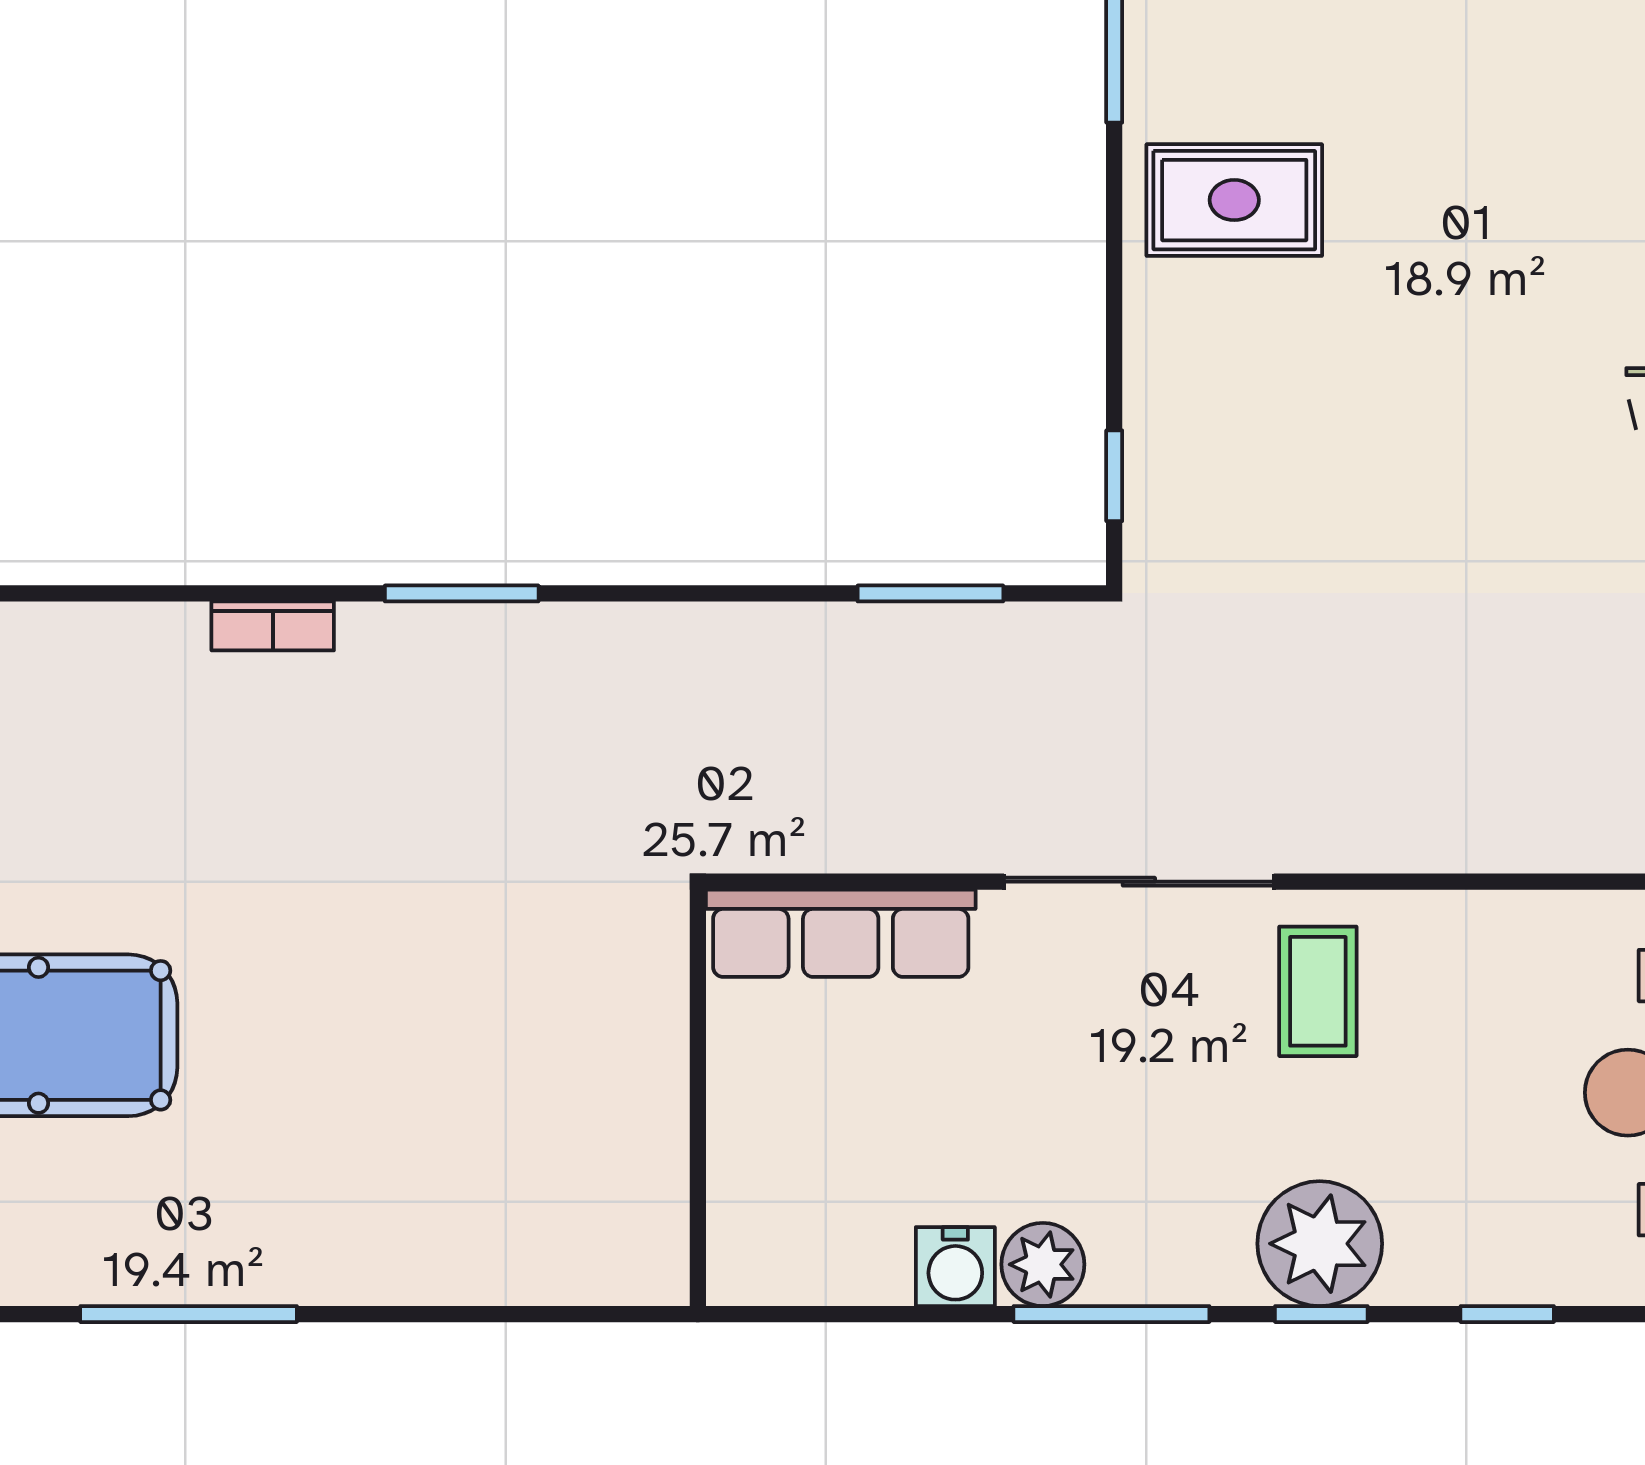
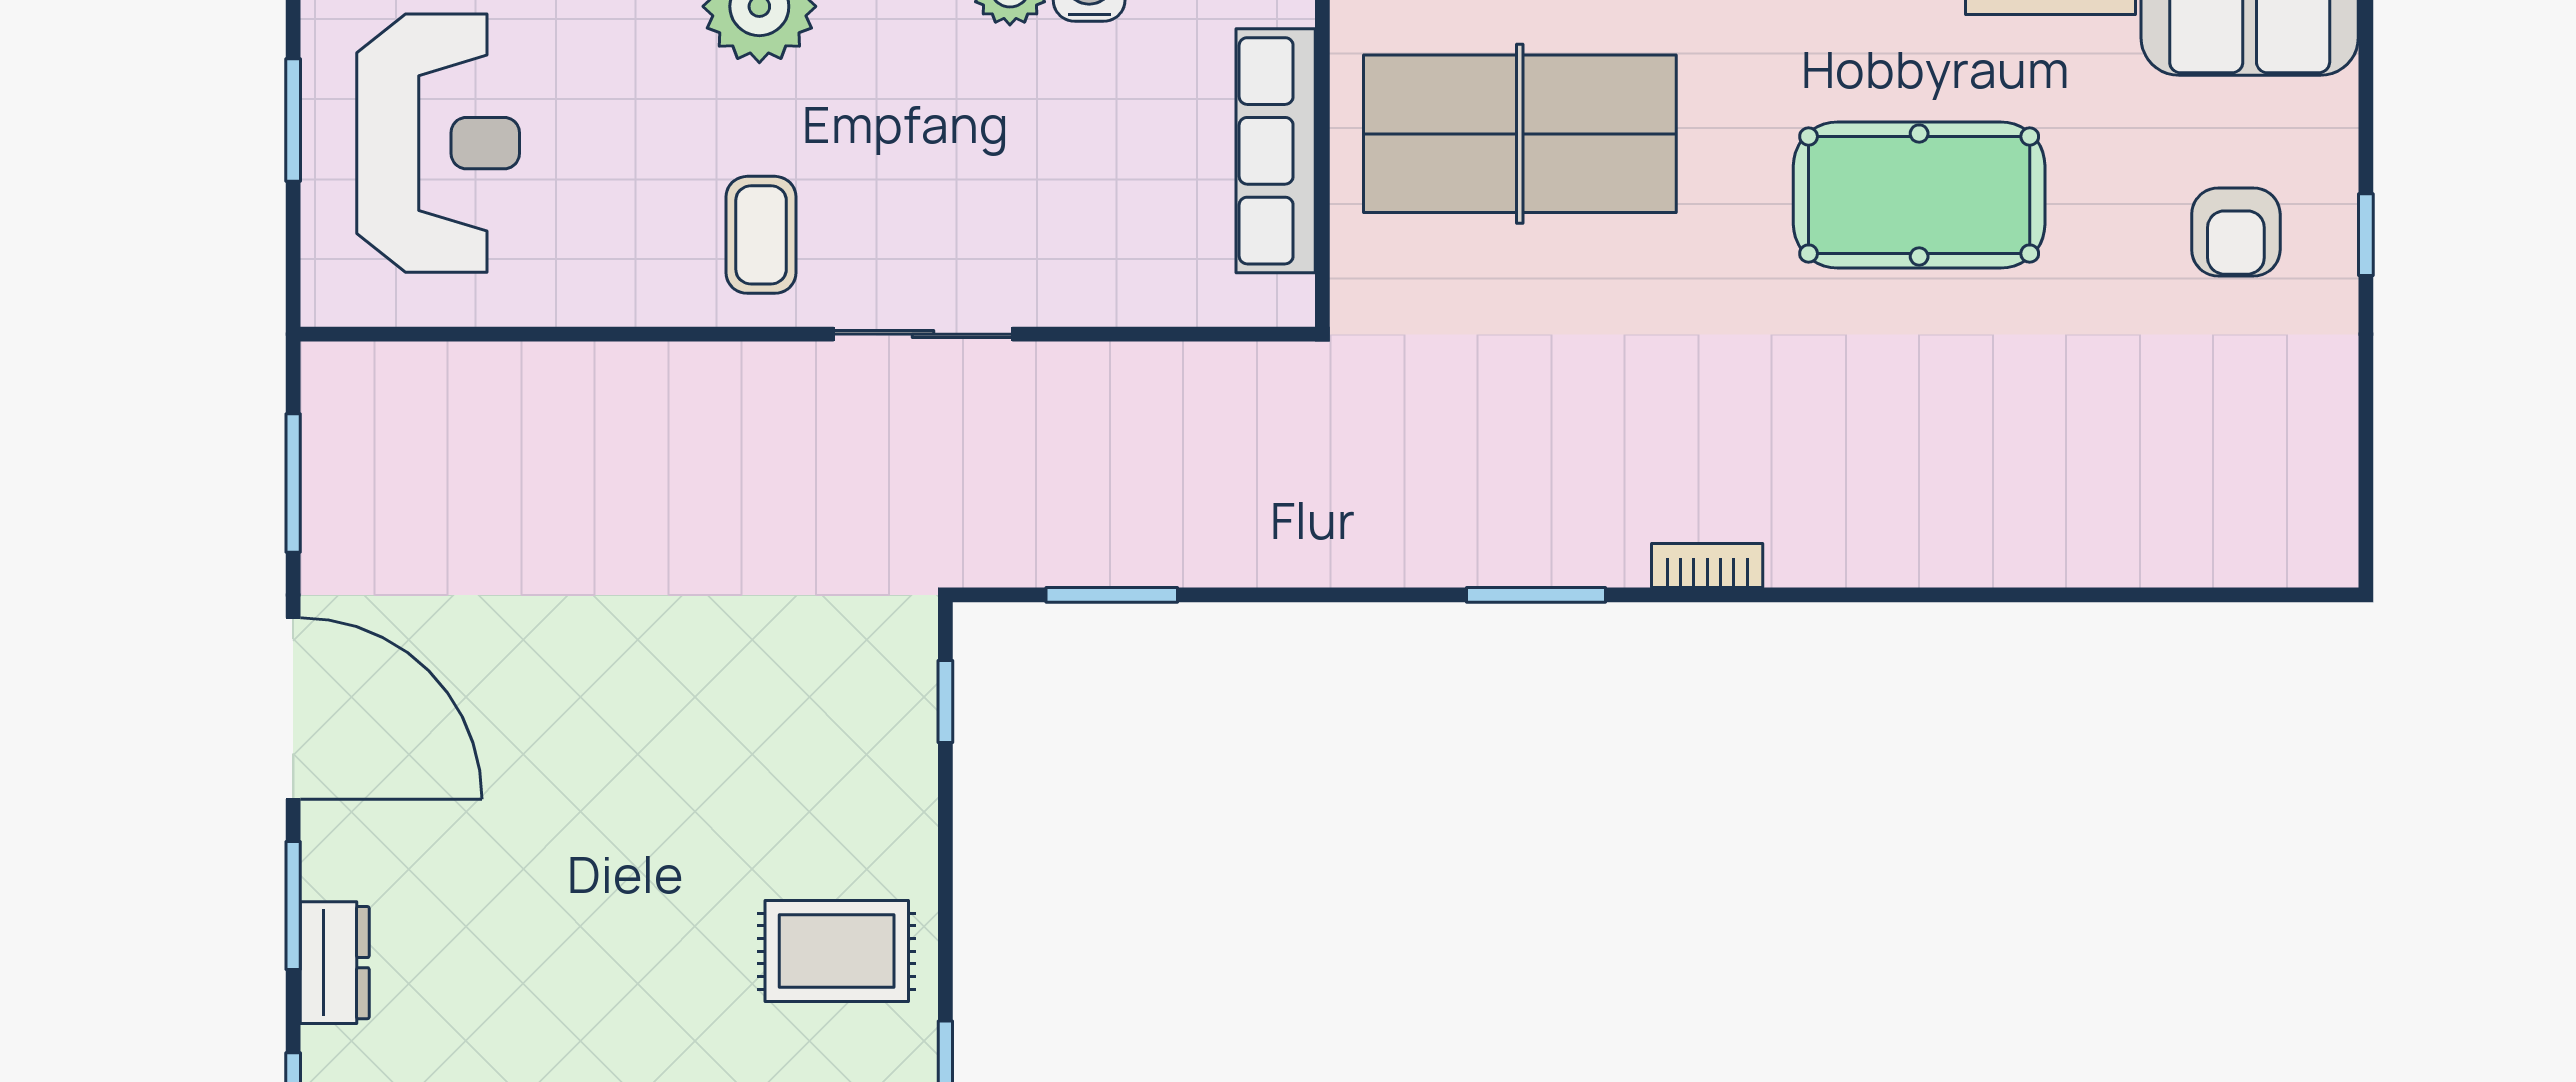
sliding door: (1139, 882) -> (923, 334), width x0.73
row of seats: (841, 933) -> (1276, 151), moved, turned -90
table tennis table: (480, 1103) -> (1520, 134), added

